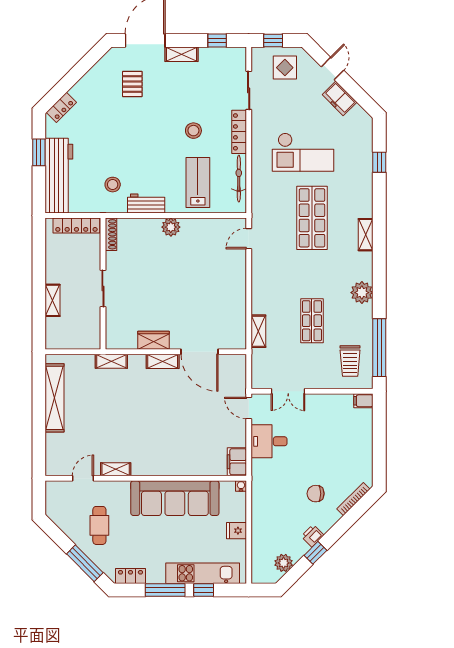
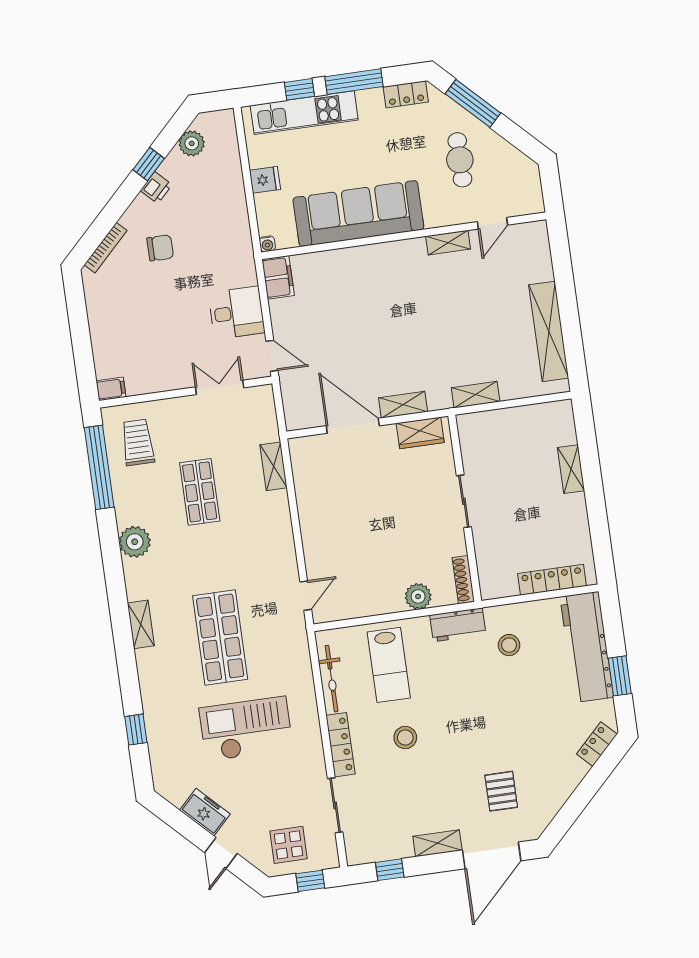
shoe rack: (111, 234) -> (463, 580), moved
wall: (103, 284) -> (465, 508), moved
sliding door: (103, 289) -> (464, 501), moved

